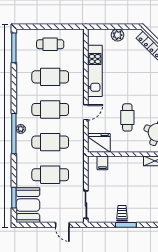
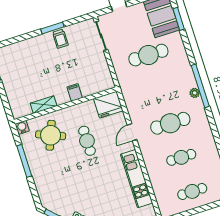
cafe table: (50, 77) -> (181, 157), width x0.73, depth x0.74
cafe table: (50, 142) -> (159, 89), removed
filing cabinet: (102, 163) -> (75, 92), moved

